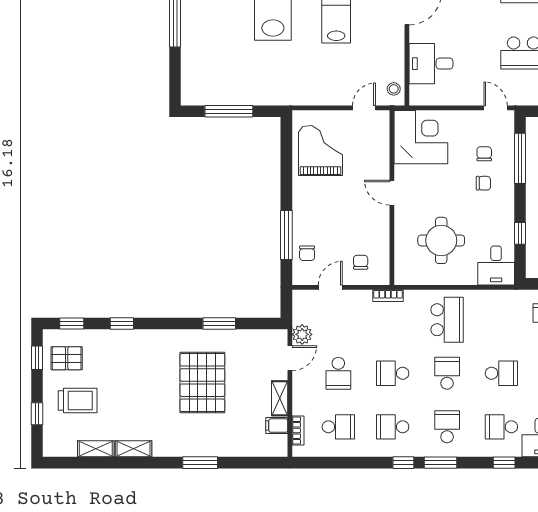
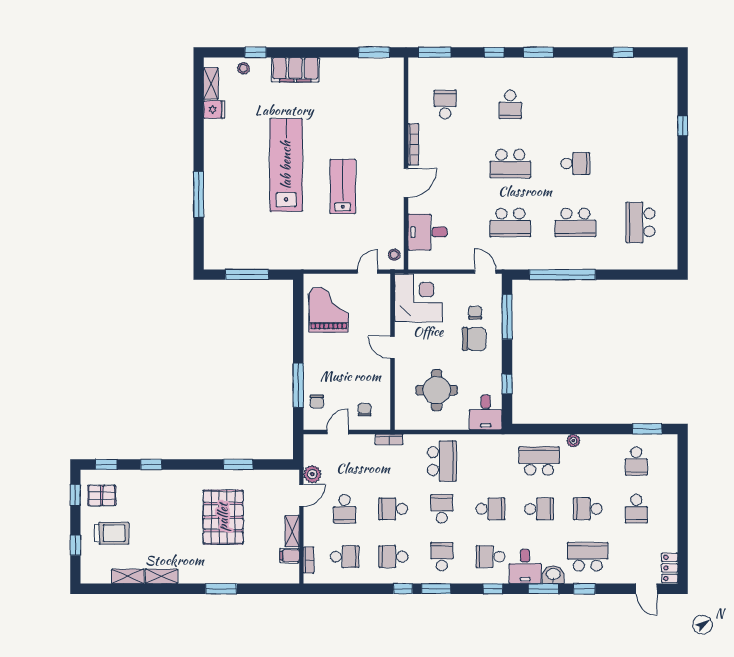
chair: (483, 183) -> (474, 339), width x1.87, depth x1.87

